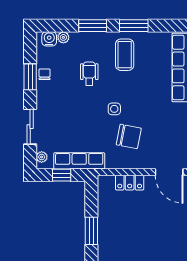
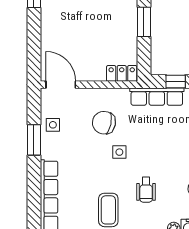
side table: (177, 134) -> (53, 125), added
locker: (130, 183) -> (122, 73), moved

